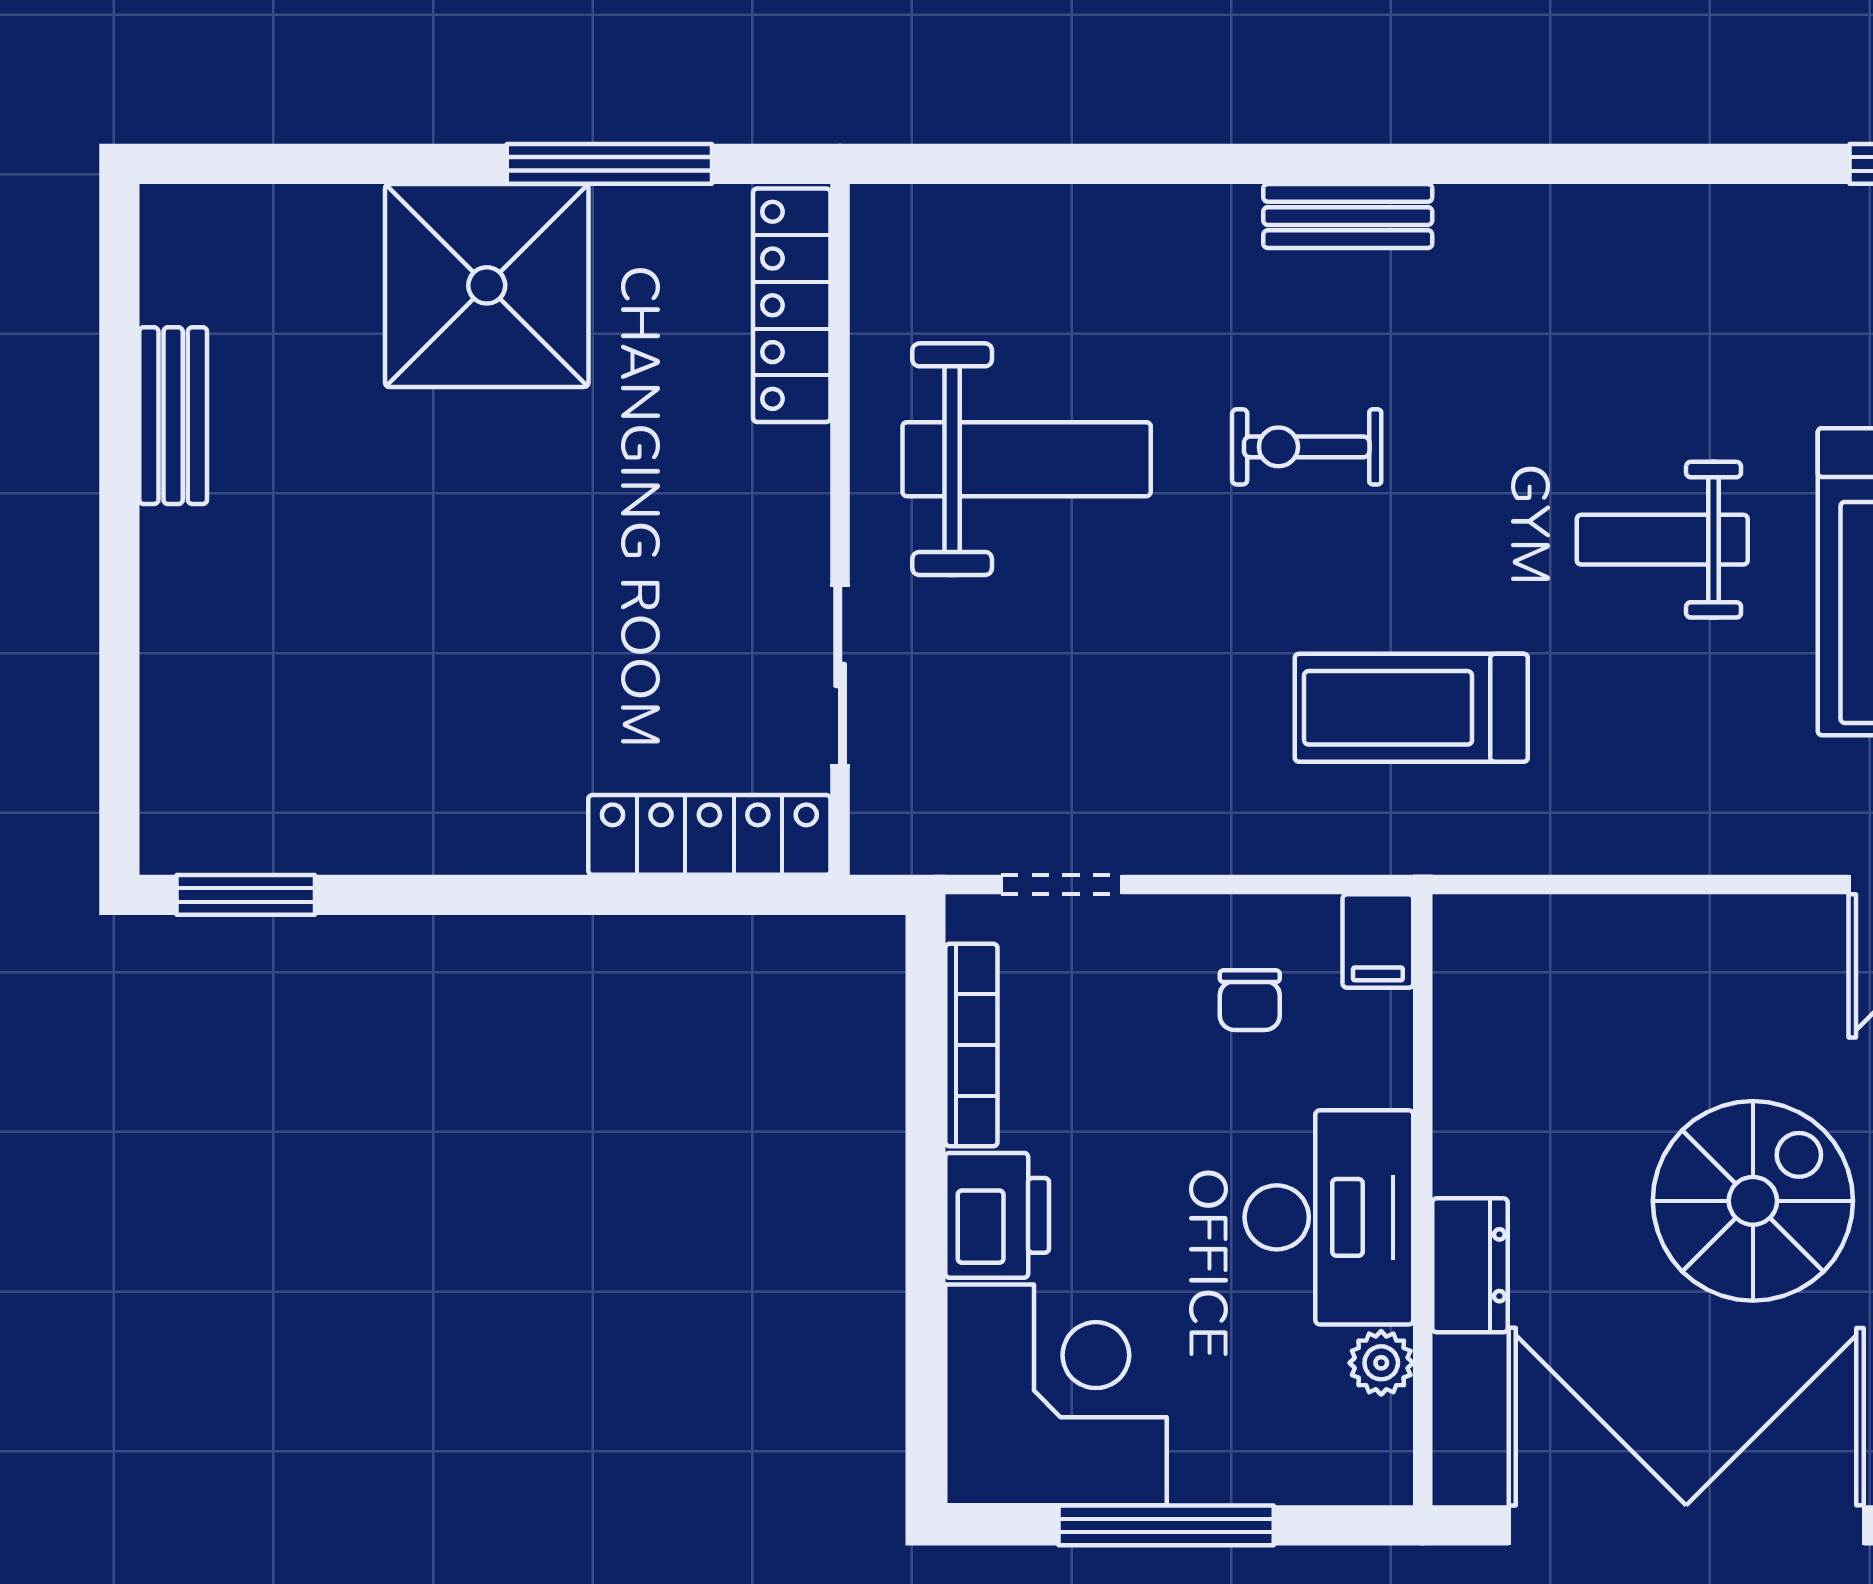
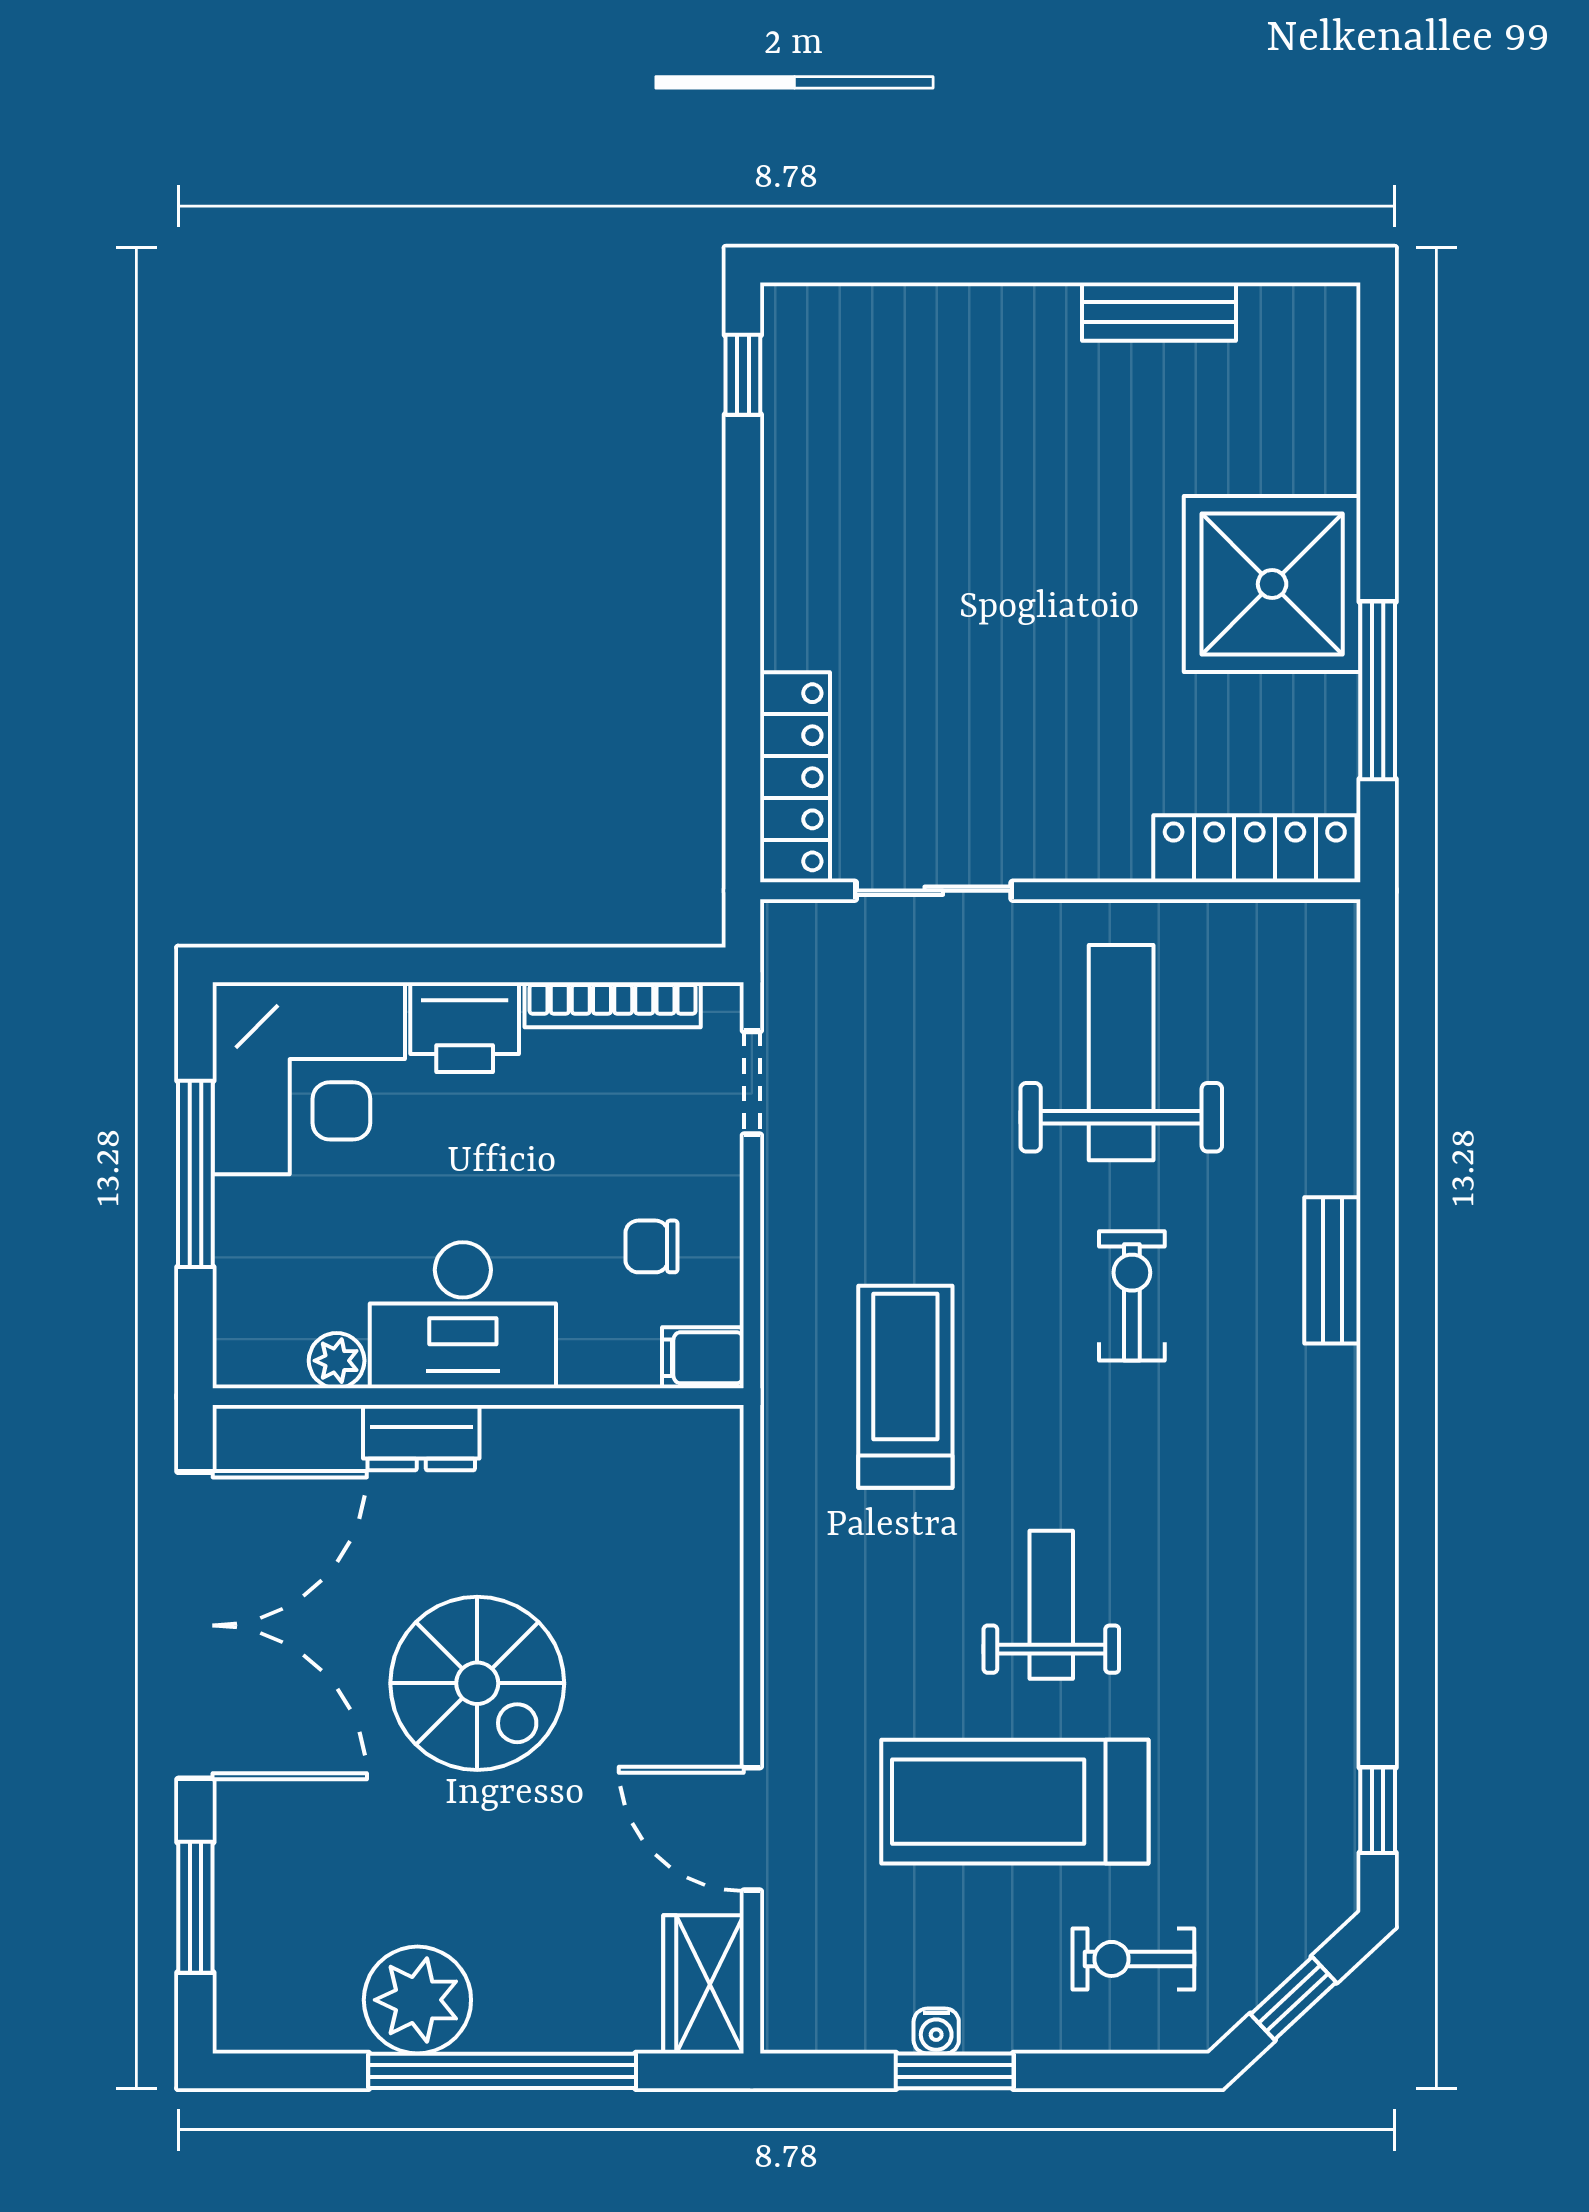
bench: (1348, 216) -> (1332, 1270), moved
weight bench: (1027, 459) -> (1121, 1053), turned 180
window: (246, 895) -> (743, 375), width x0.67

